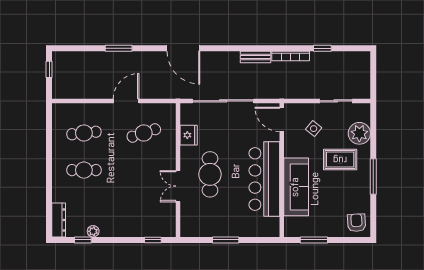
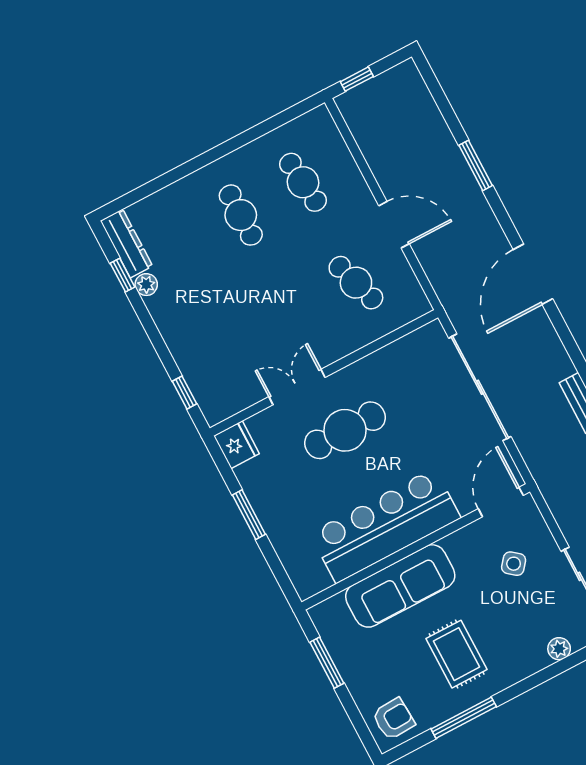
window: (49, 69) -> (357, 79), moved
plant: (359, 133) -> (559, 649), width x0.53, depth x0.53
fridge: (189, 135) -> (236, 445), moved, turned -90
rug: (340, 159) -> (456, 654), moved
window: (373, 176) -> (464, 718), moved
dresser: (59, 220) -> (126, 243), moved, turned -90

